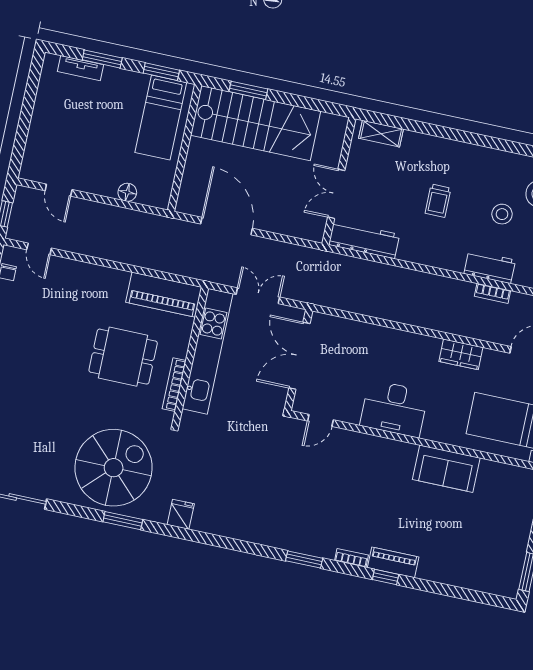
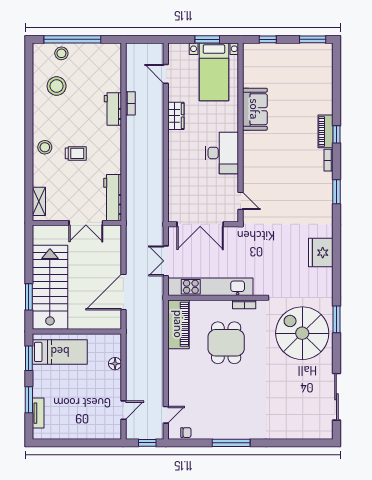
stool: (502, 214) -> (45, 147), moved
bookcase: (174, 385) -> (244, 304), width x0.64
fridge: (181, 514) -> (321, 253), moved, width x1.88, depth x1.34

